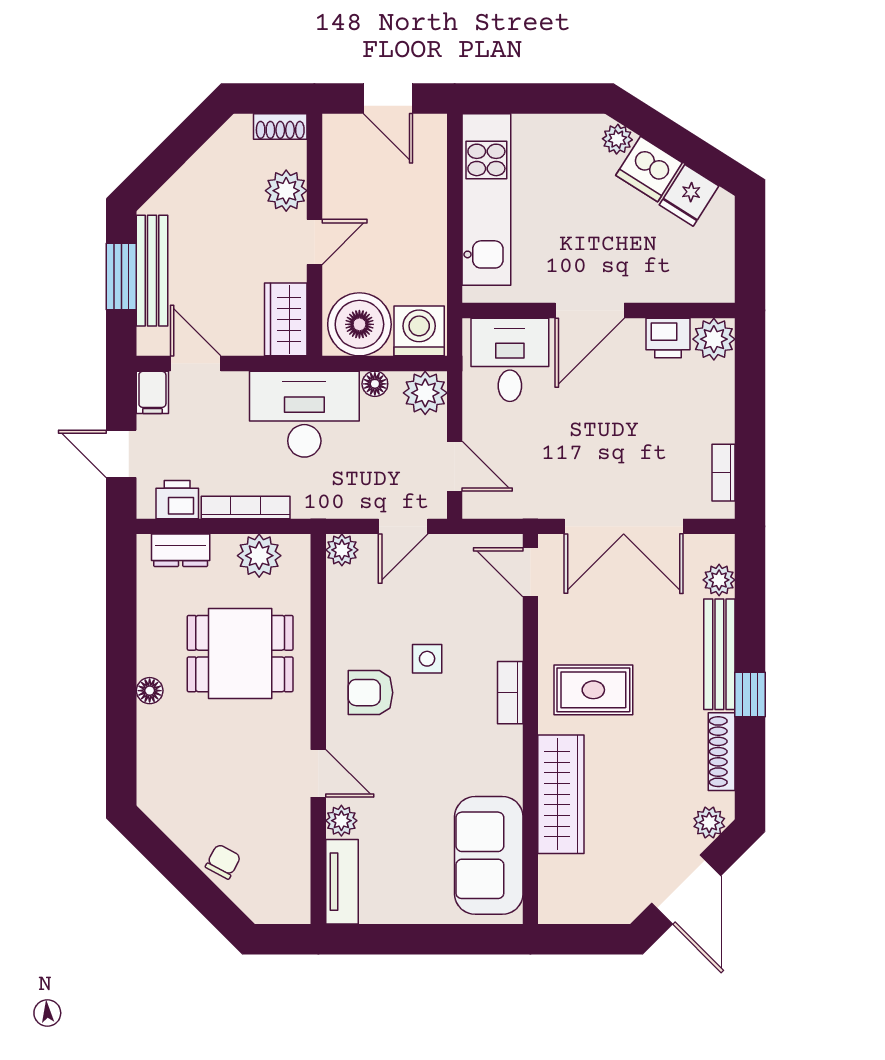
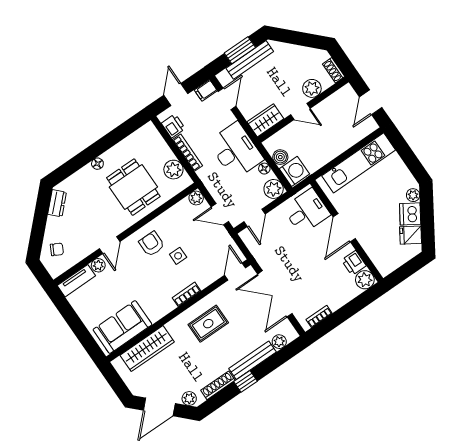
door: (590, 310) -> (344, 228), hinge flipped
boiler: (359, 324) -> (280, 157), width x0.54, depth x0.54
dresser: (181, 550) -> (57, 203), moved, turned -135
rug: (593, 690) -> (208, 324), turned 90
wardrobe: (561, 794) -> (147, 349), moved
chair: (223, 862) -> (57, 249), moved

